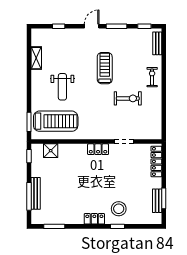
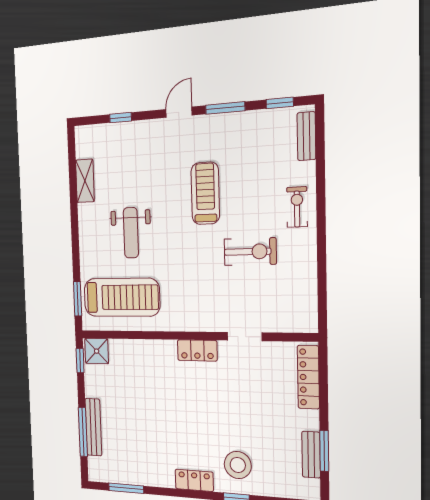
shower: (51, 151) -> (97, 351), moved

